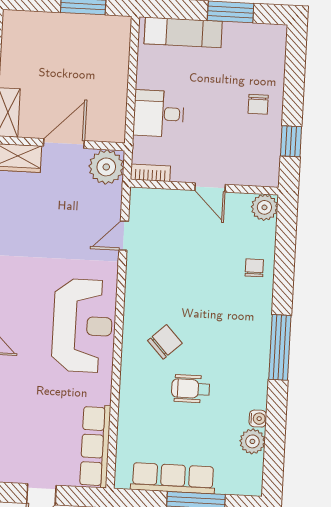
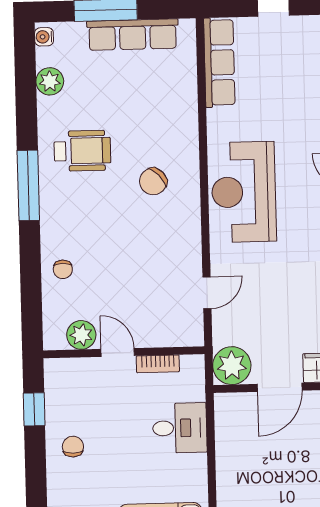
bookcase: (150, 173) -> (158, 364), moved
plant: (264, 207) -> (81, 335), moved
wheelchair: (191, 389) -> (82, 151), moved, width x1.36, depth x1.37
water cooler: (258, 419) -> (44, 37), moved

